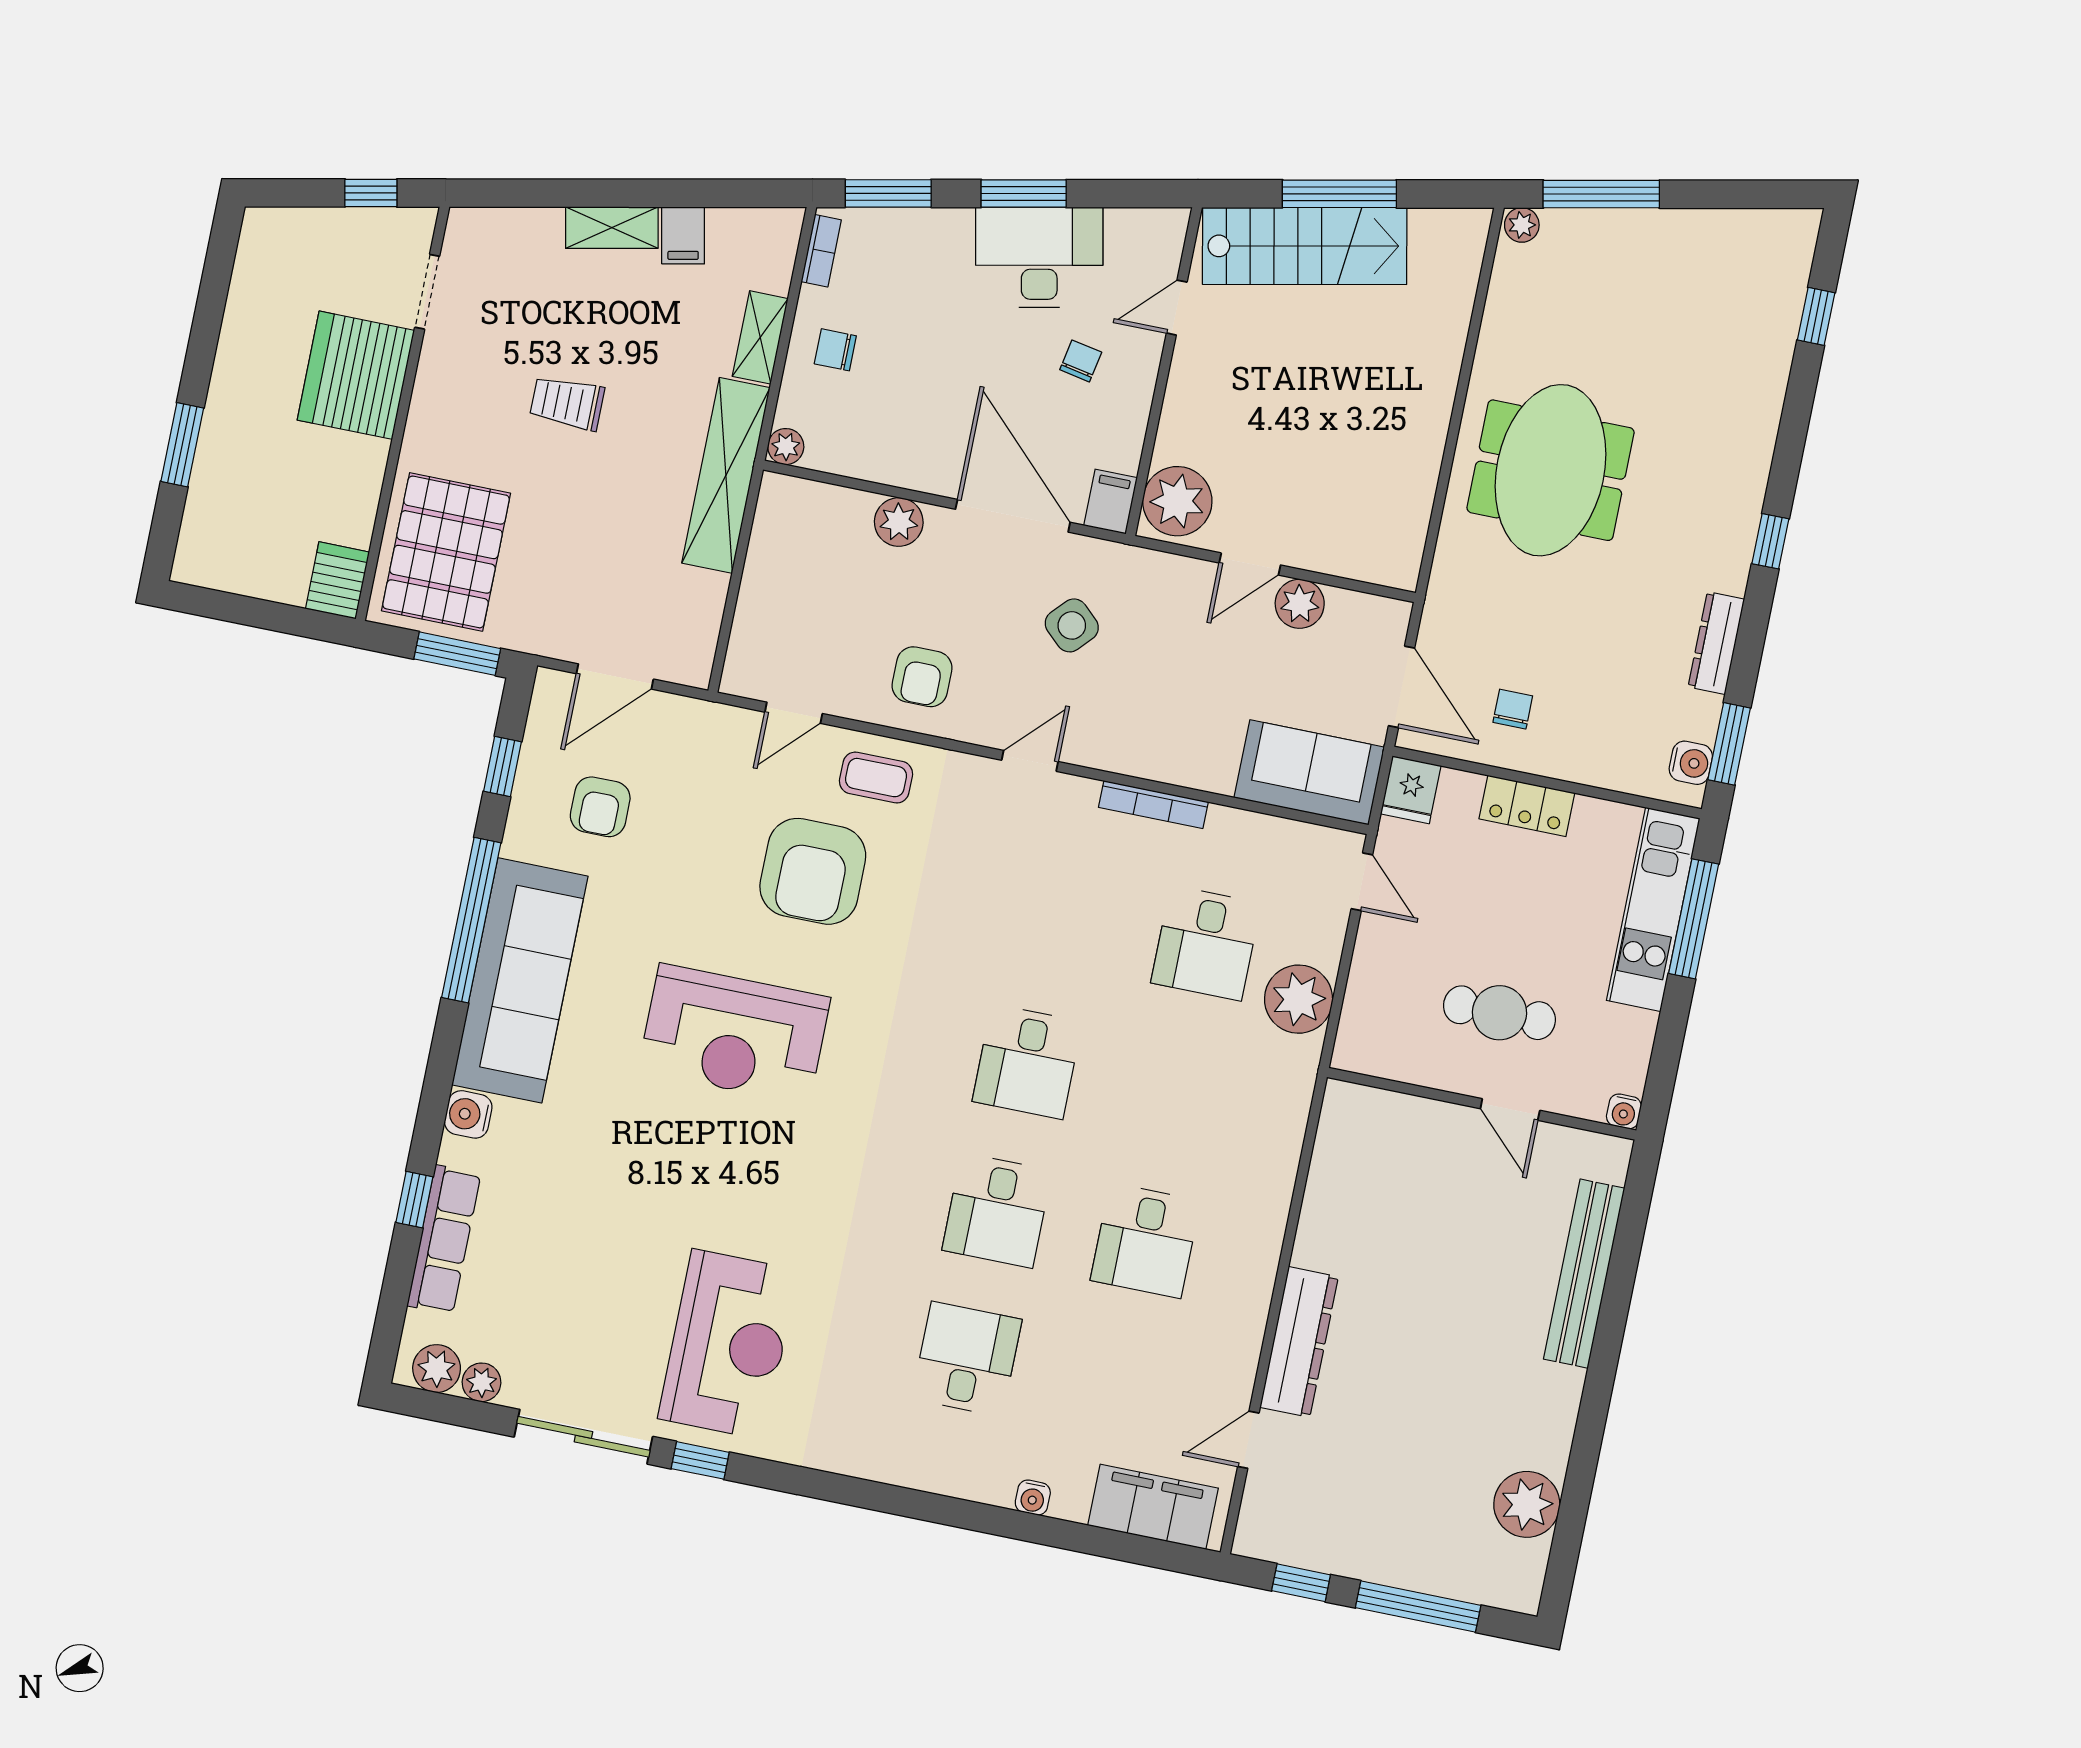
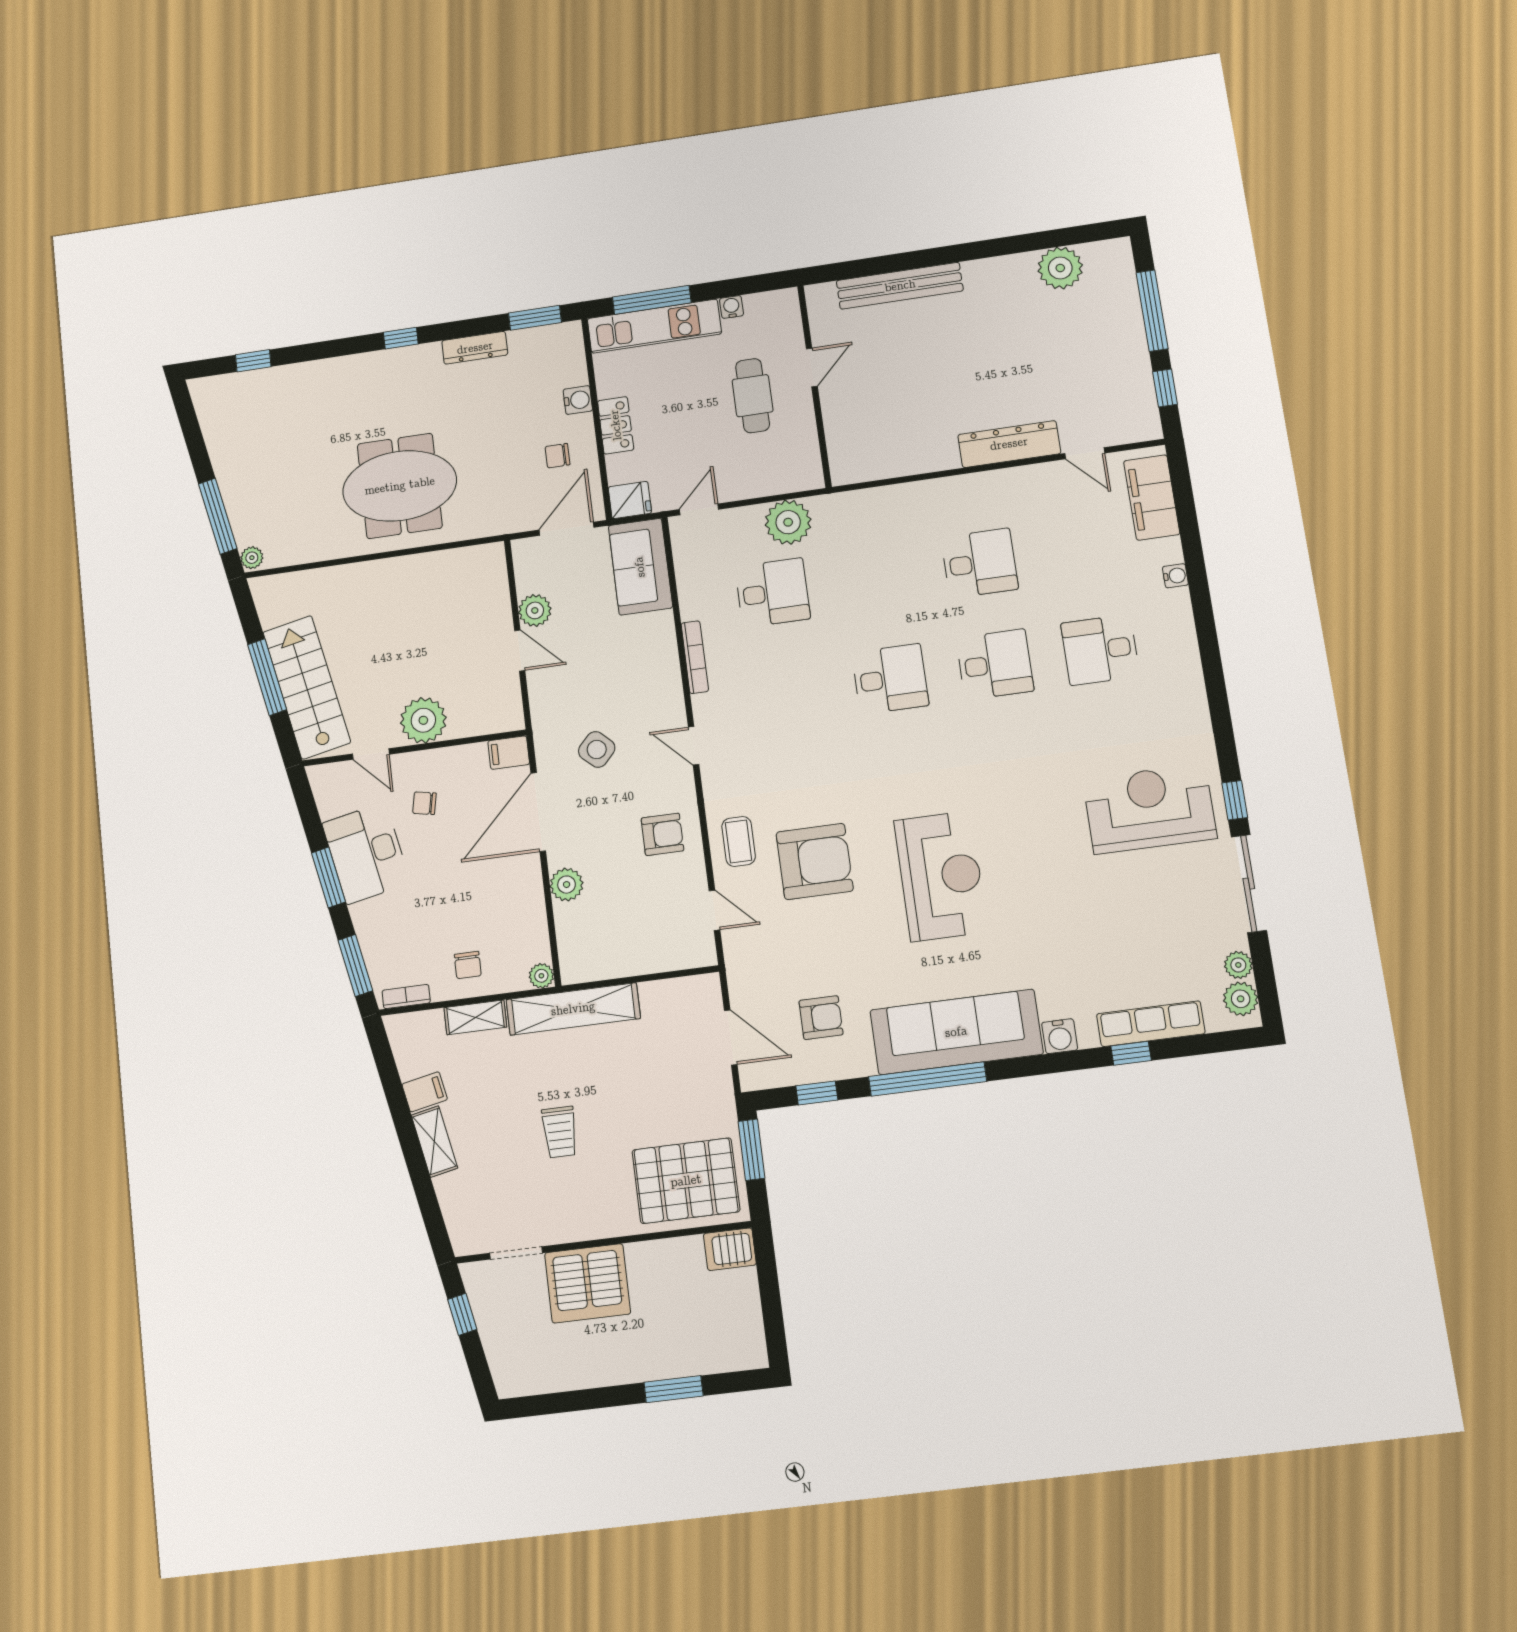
plant: (1177, 501) -> (423, 720), moved
water cooler: (1691, 763) -> (578, 400), moved, turned 90
water cooler: (1624, 1111) -> (732, 307), moved, turned -90

